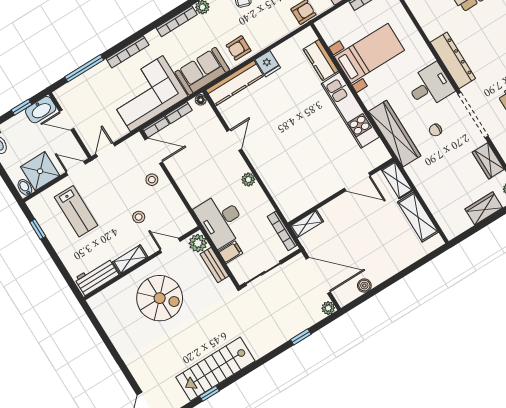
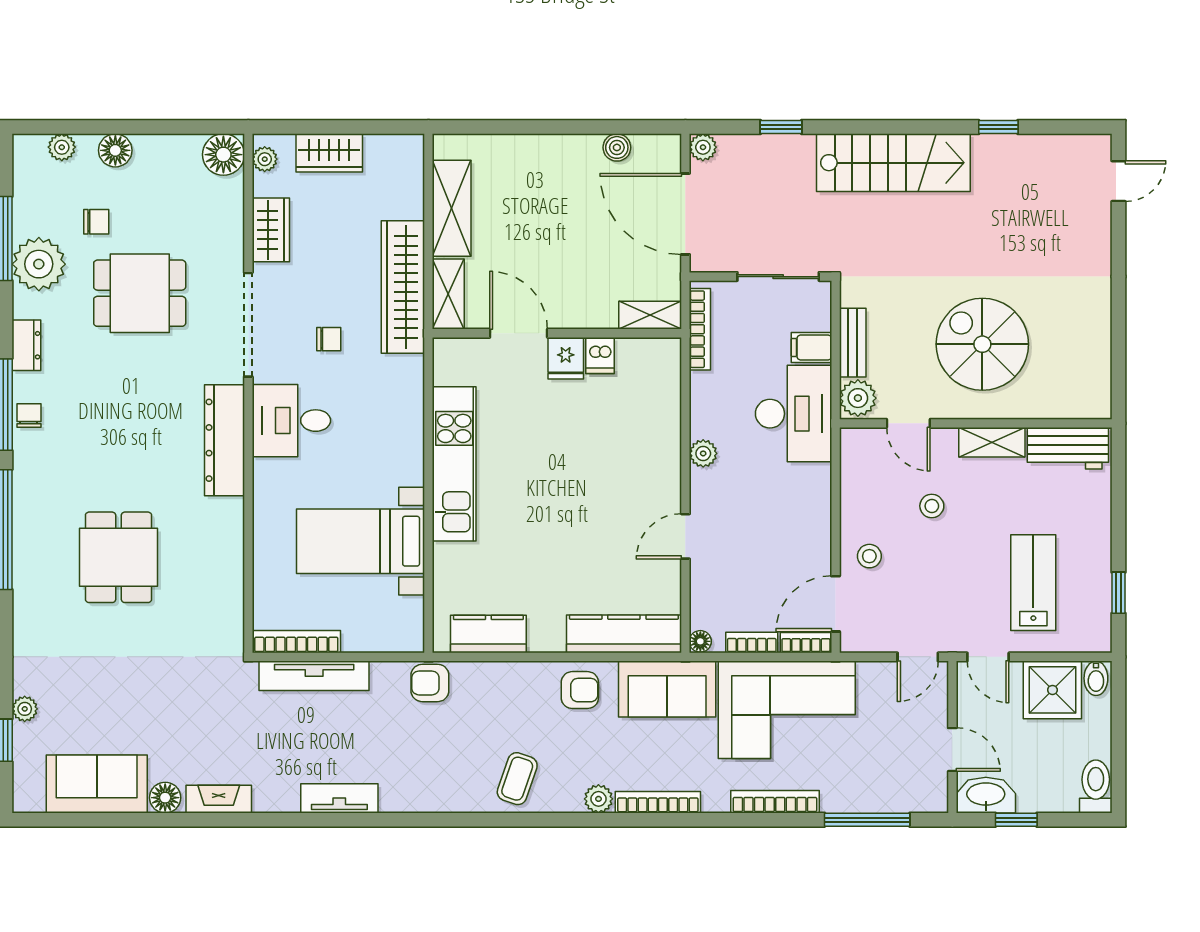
kitchen counter: (321, 60) -> (488, 634), moved, turned -90
fridge: (268, 64) -> (566, 358), moved, turned 180
wardrobe: (395, 134) -> (403, 287), moved
door: (154, 151) -> (836, 604), hinge flipped
dishwasher: (317, 194) -> (600, 355), added
stairs: (215, 369) -> (893, 163), moved

